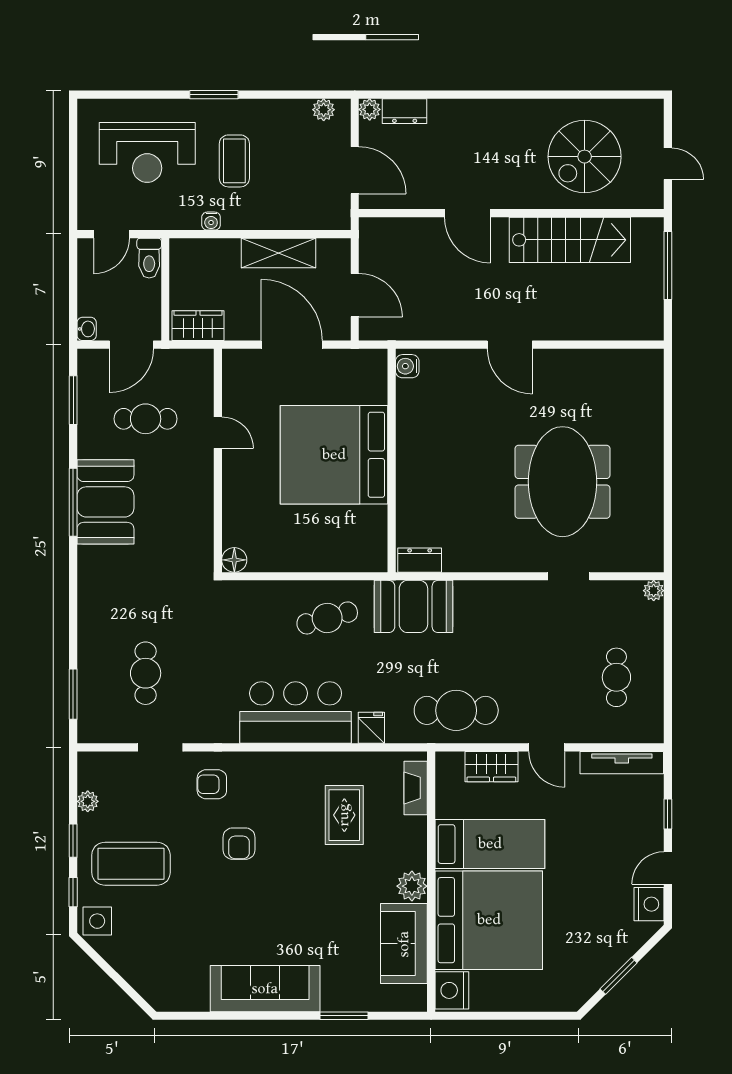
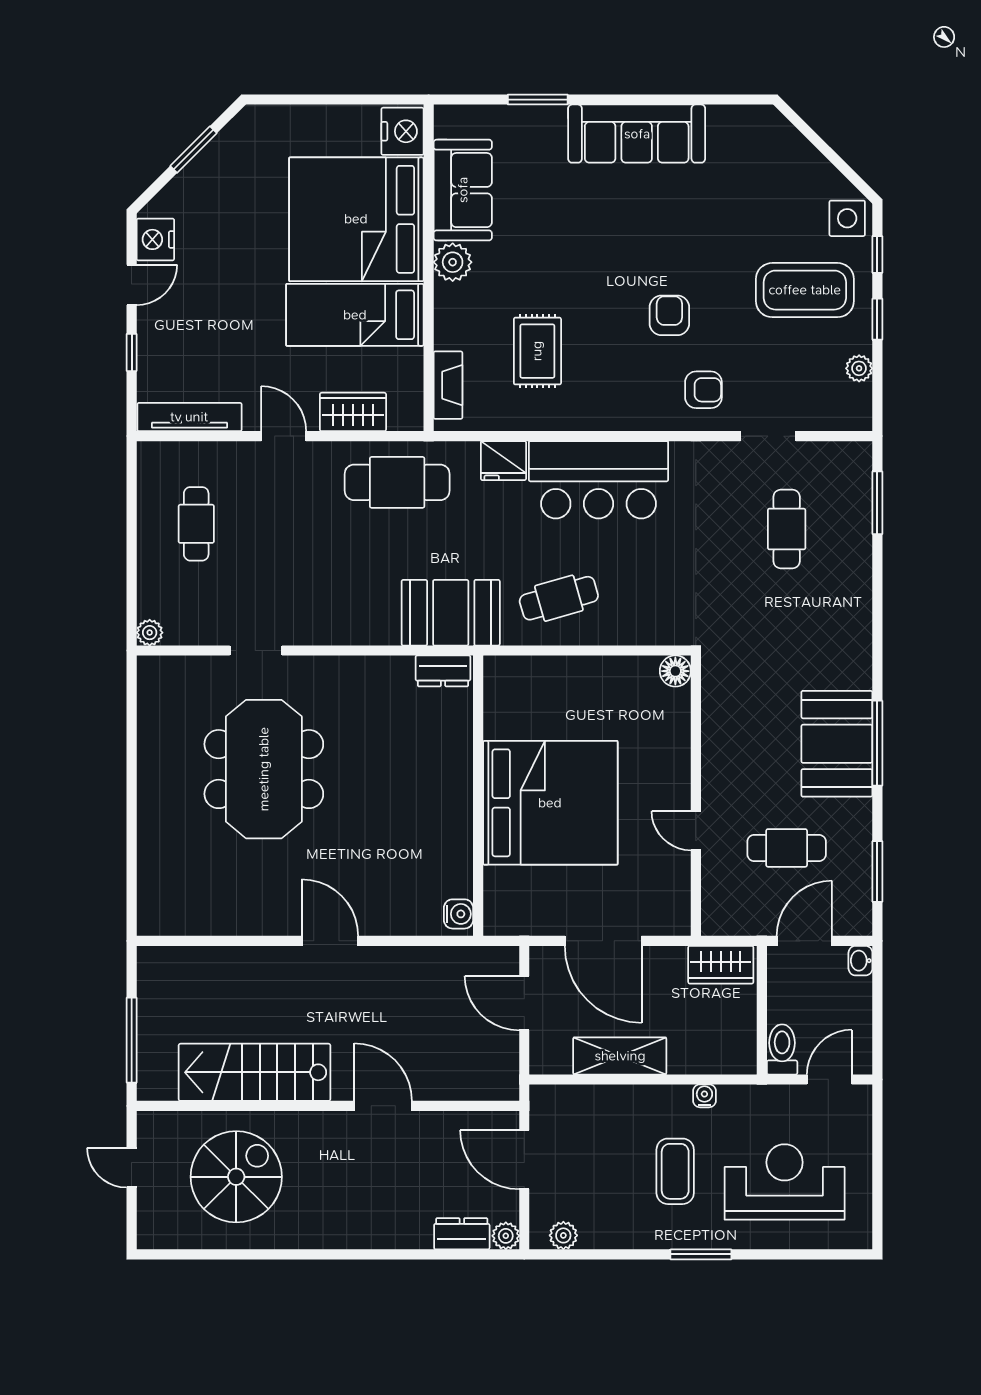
fridge: (371, 728) -> (503, 461), width x1.38

